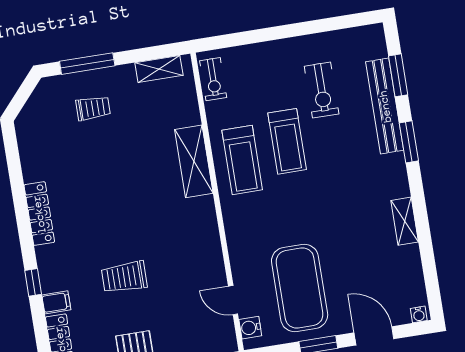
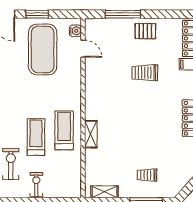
exercise bike: (213, 79) -> (36, 185), moved
shelving: (194, 161) -> (91, 134), width x0.67, depth x0.75
trolley: (124, 277) -> (145, 73), turned 180

